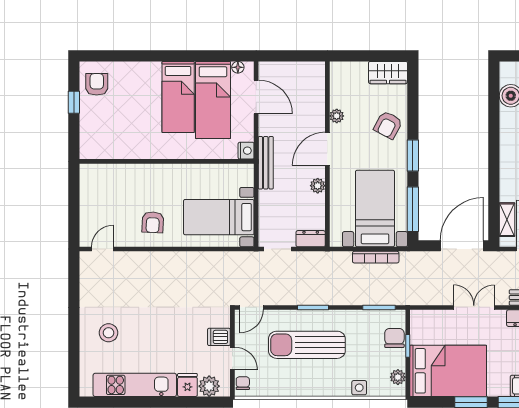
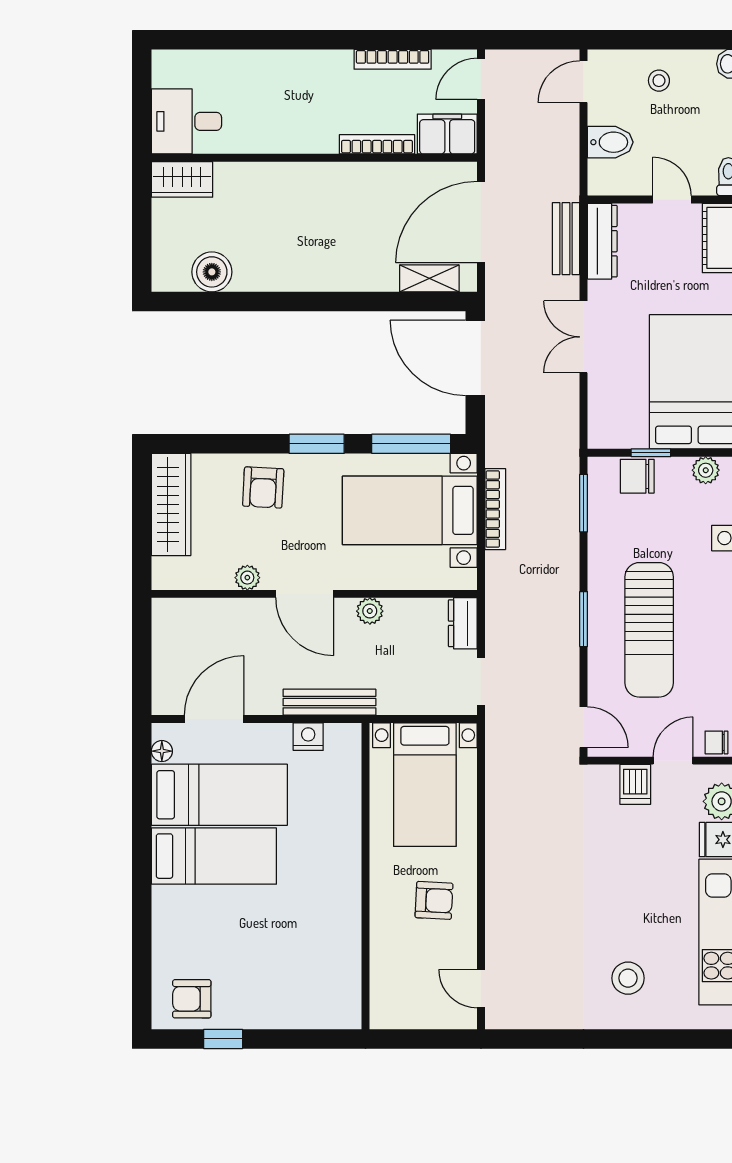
wardrobe: (388, 73) -> (171, 504), width x1.50
armchair: (388, 125) -> (263, 487), turned 65
wall: (167, 161) -> (366, 876), moved

